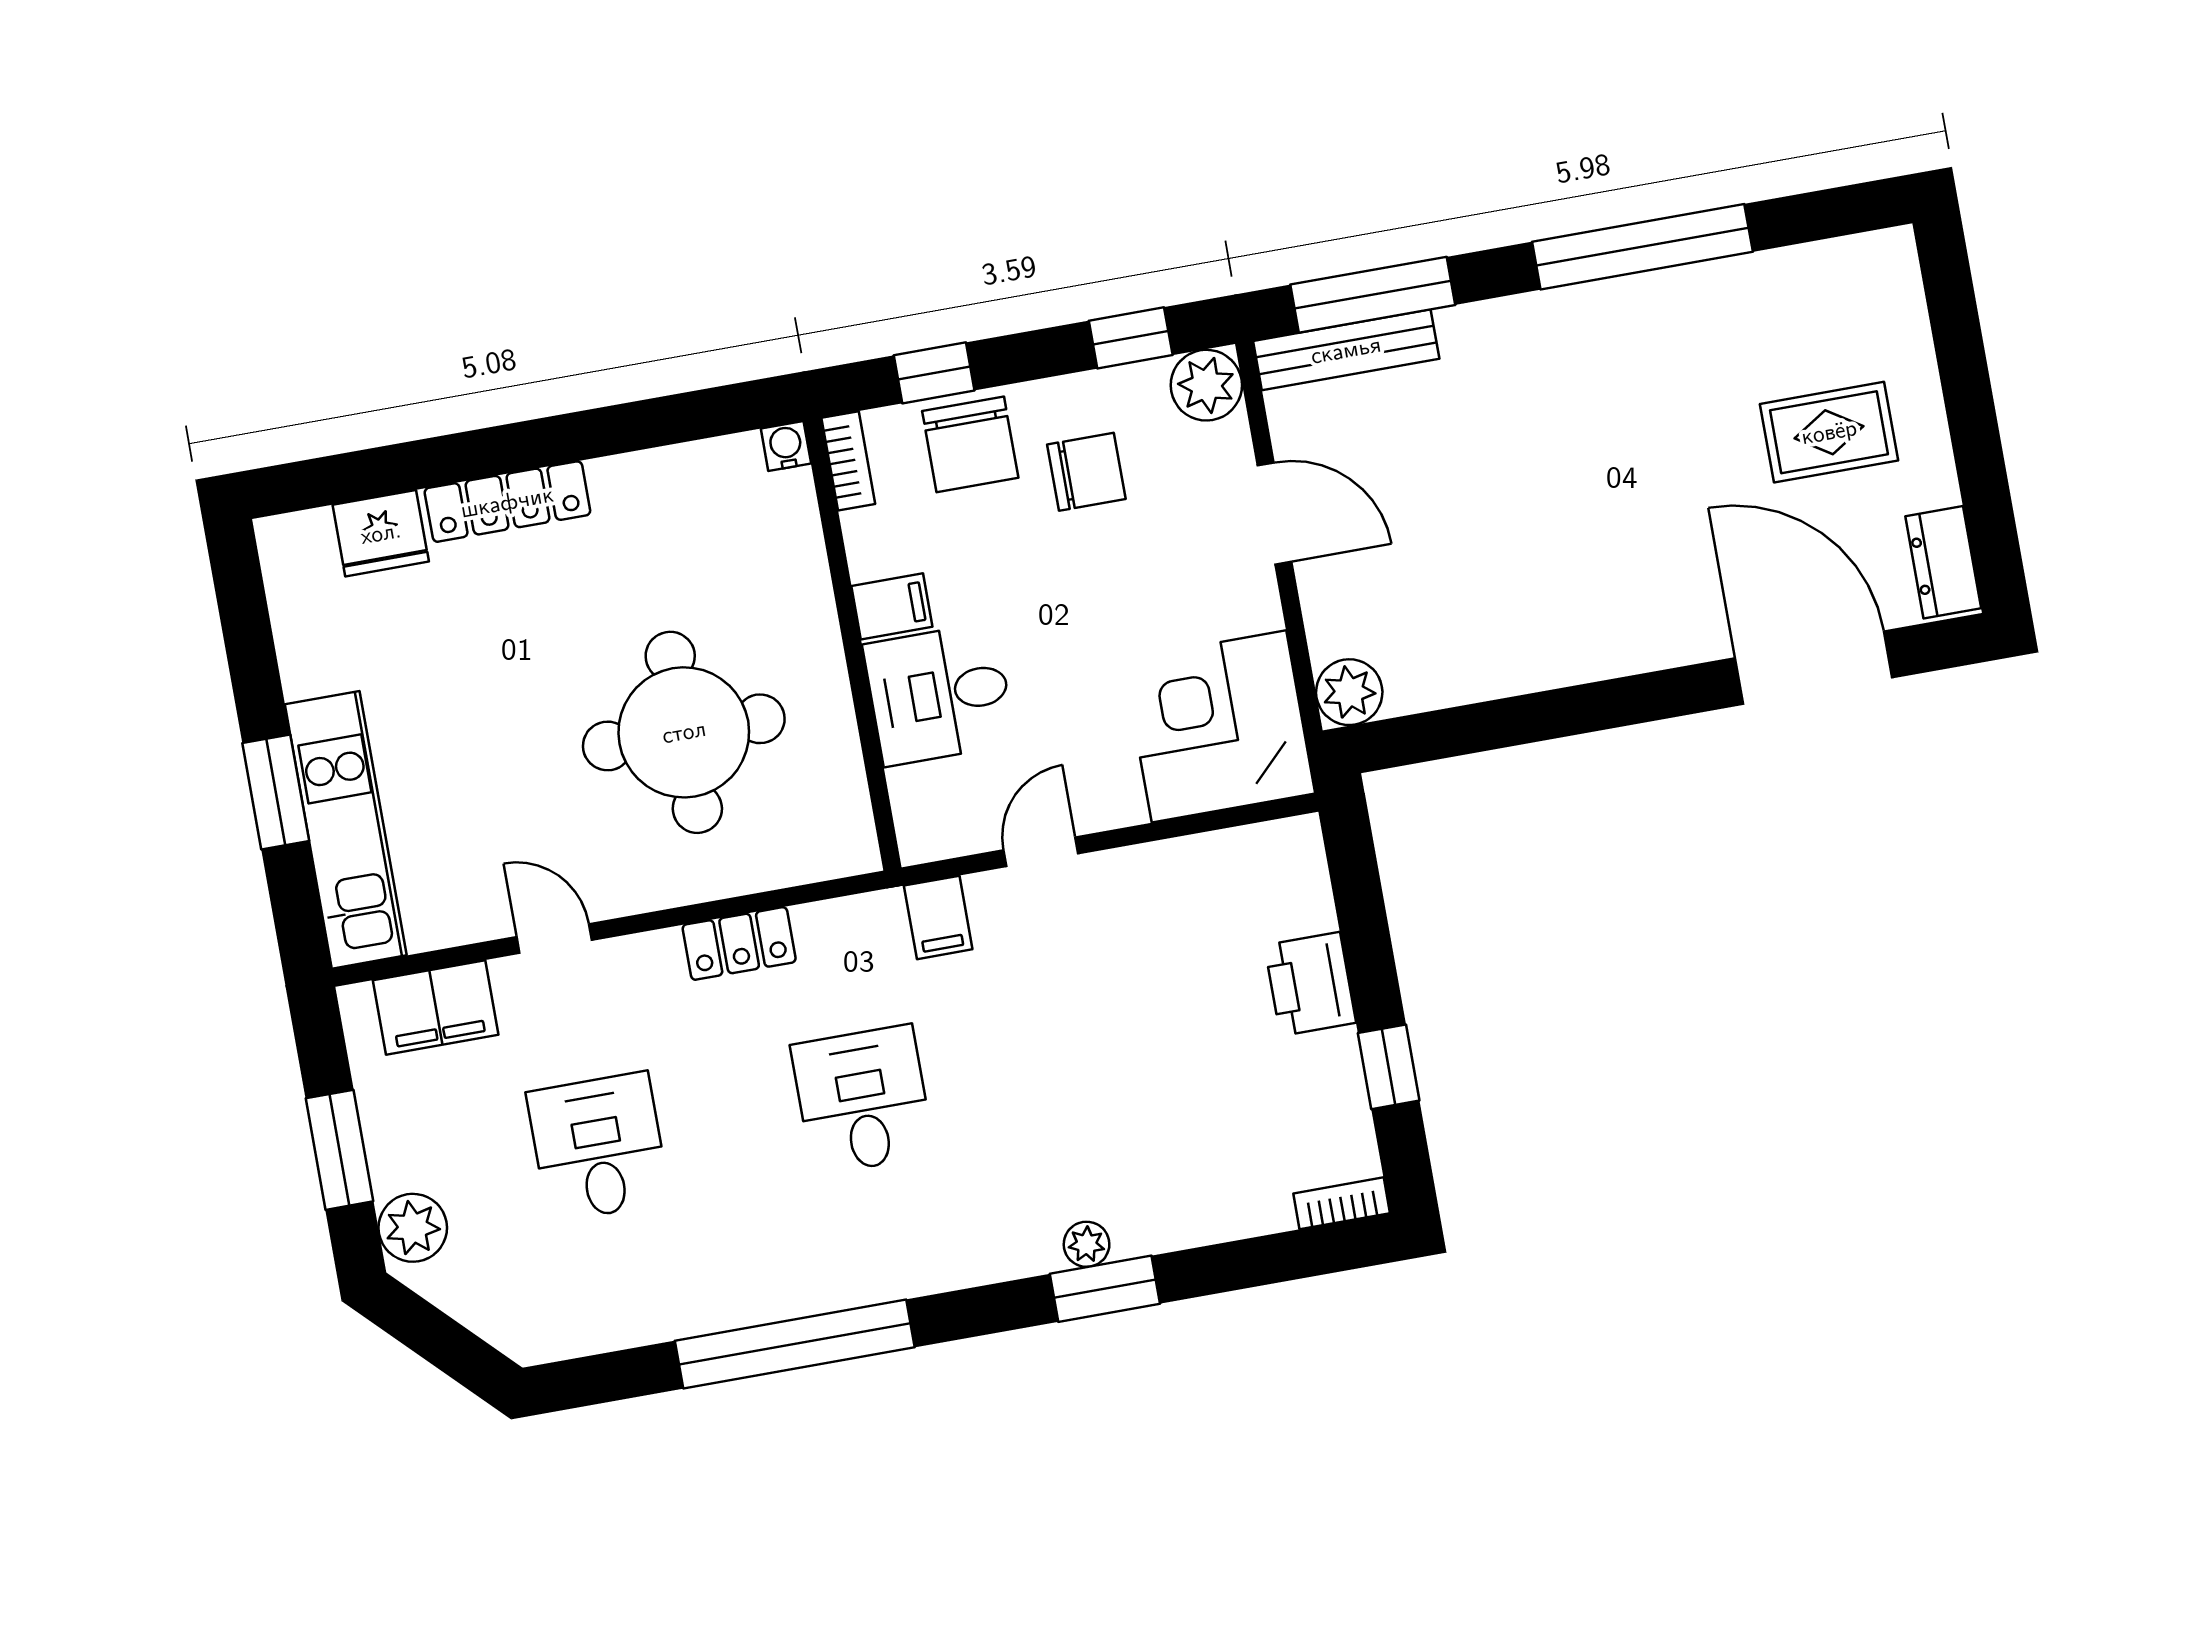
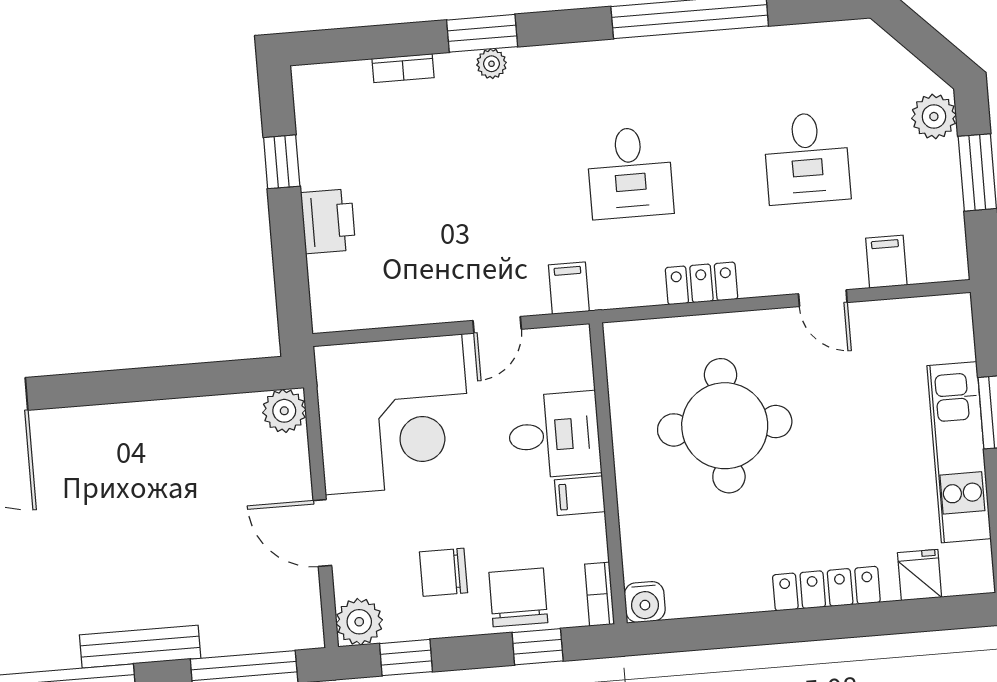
bench: (1346, 350) -> (140, 647), moved
water cooler: (786, 446) -> (645, 602), width x1.38, depth x1.38
fridge: (381, 533) -> (920, 575), width x0.72
corner desk: (1219, 726) -> (393, 414), width x1.36, depth x1.36
kitchen unit: (346, 830) -> (959, 452), moved
filing cabinet: (436, 1007) -> (886, 262), width x0.50
bookcase: (1342, 1203) -> (403, 68), moved

